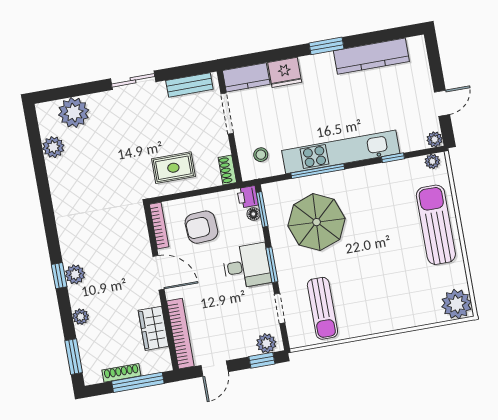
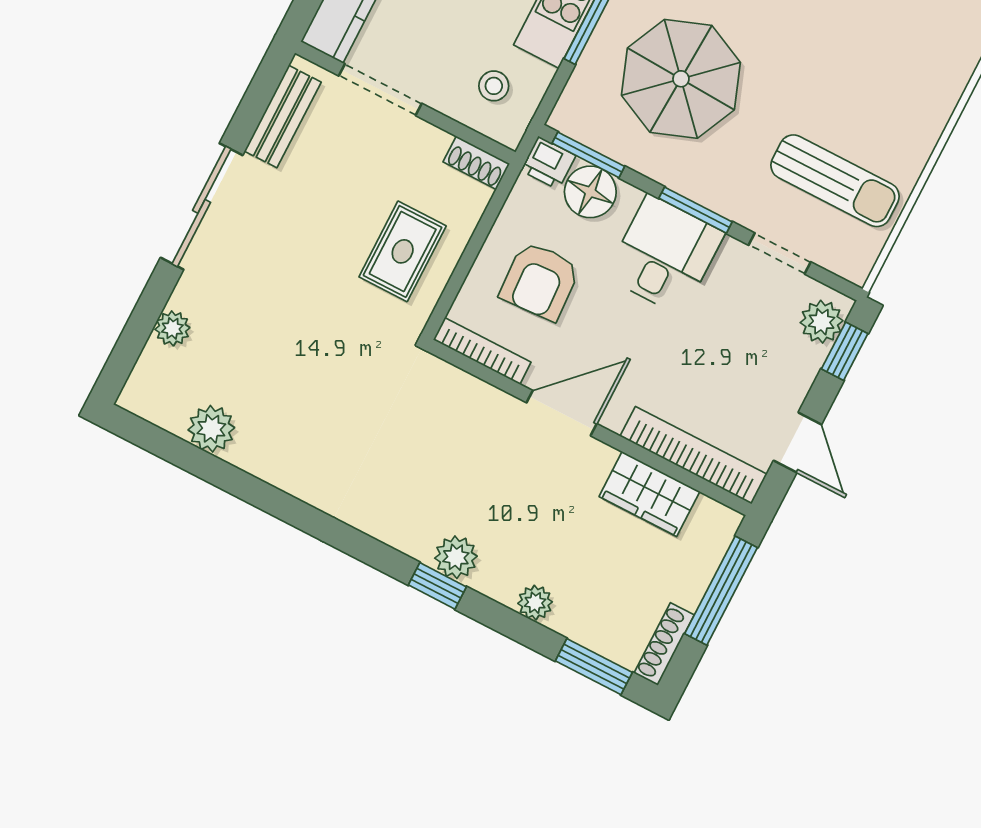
sliding door: (133, 80) -> (202, 206), width x1.37
plant: (74, 113) -> (172, 328), width x0.53, depth x0.53
floor lamp: (253, 214) -> (590, 192), width x1.89, depth x1.89
shoe rack: (121, 373) -> (664, 644), moved

